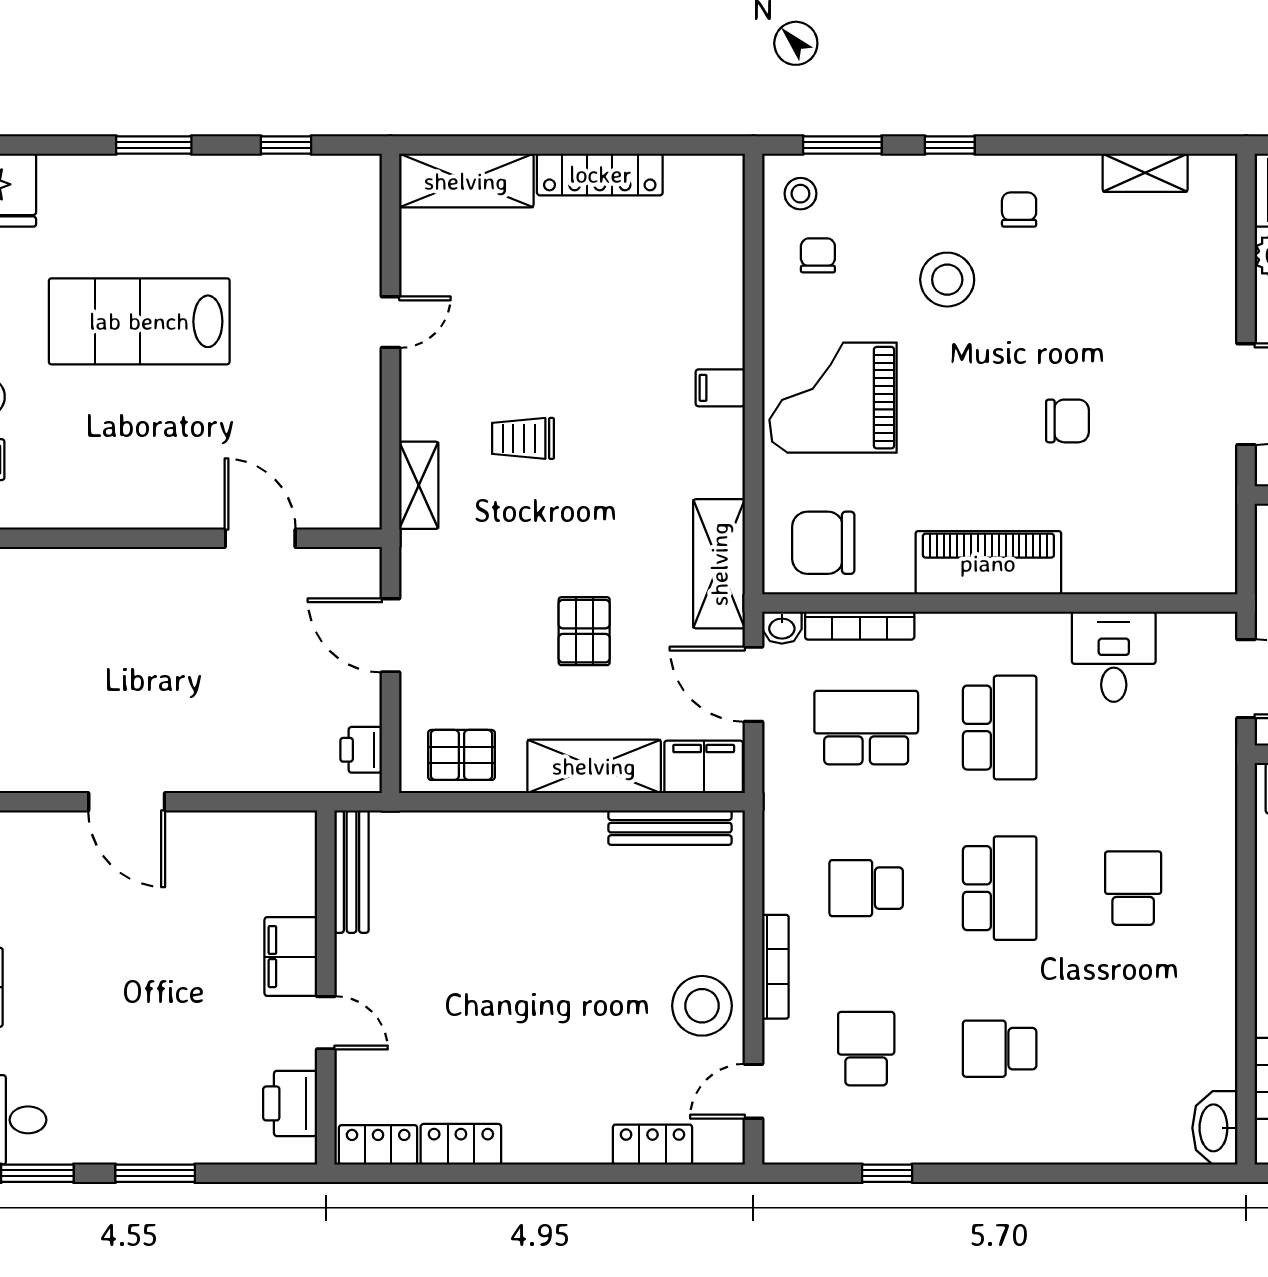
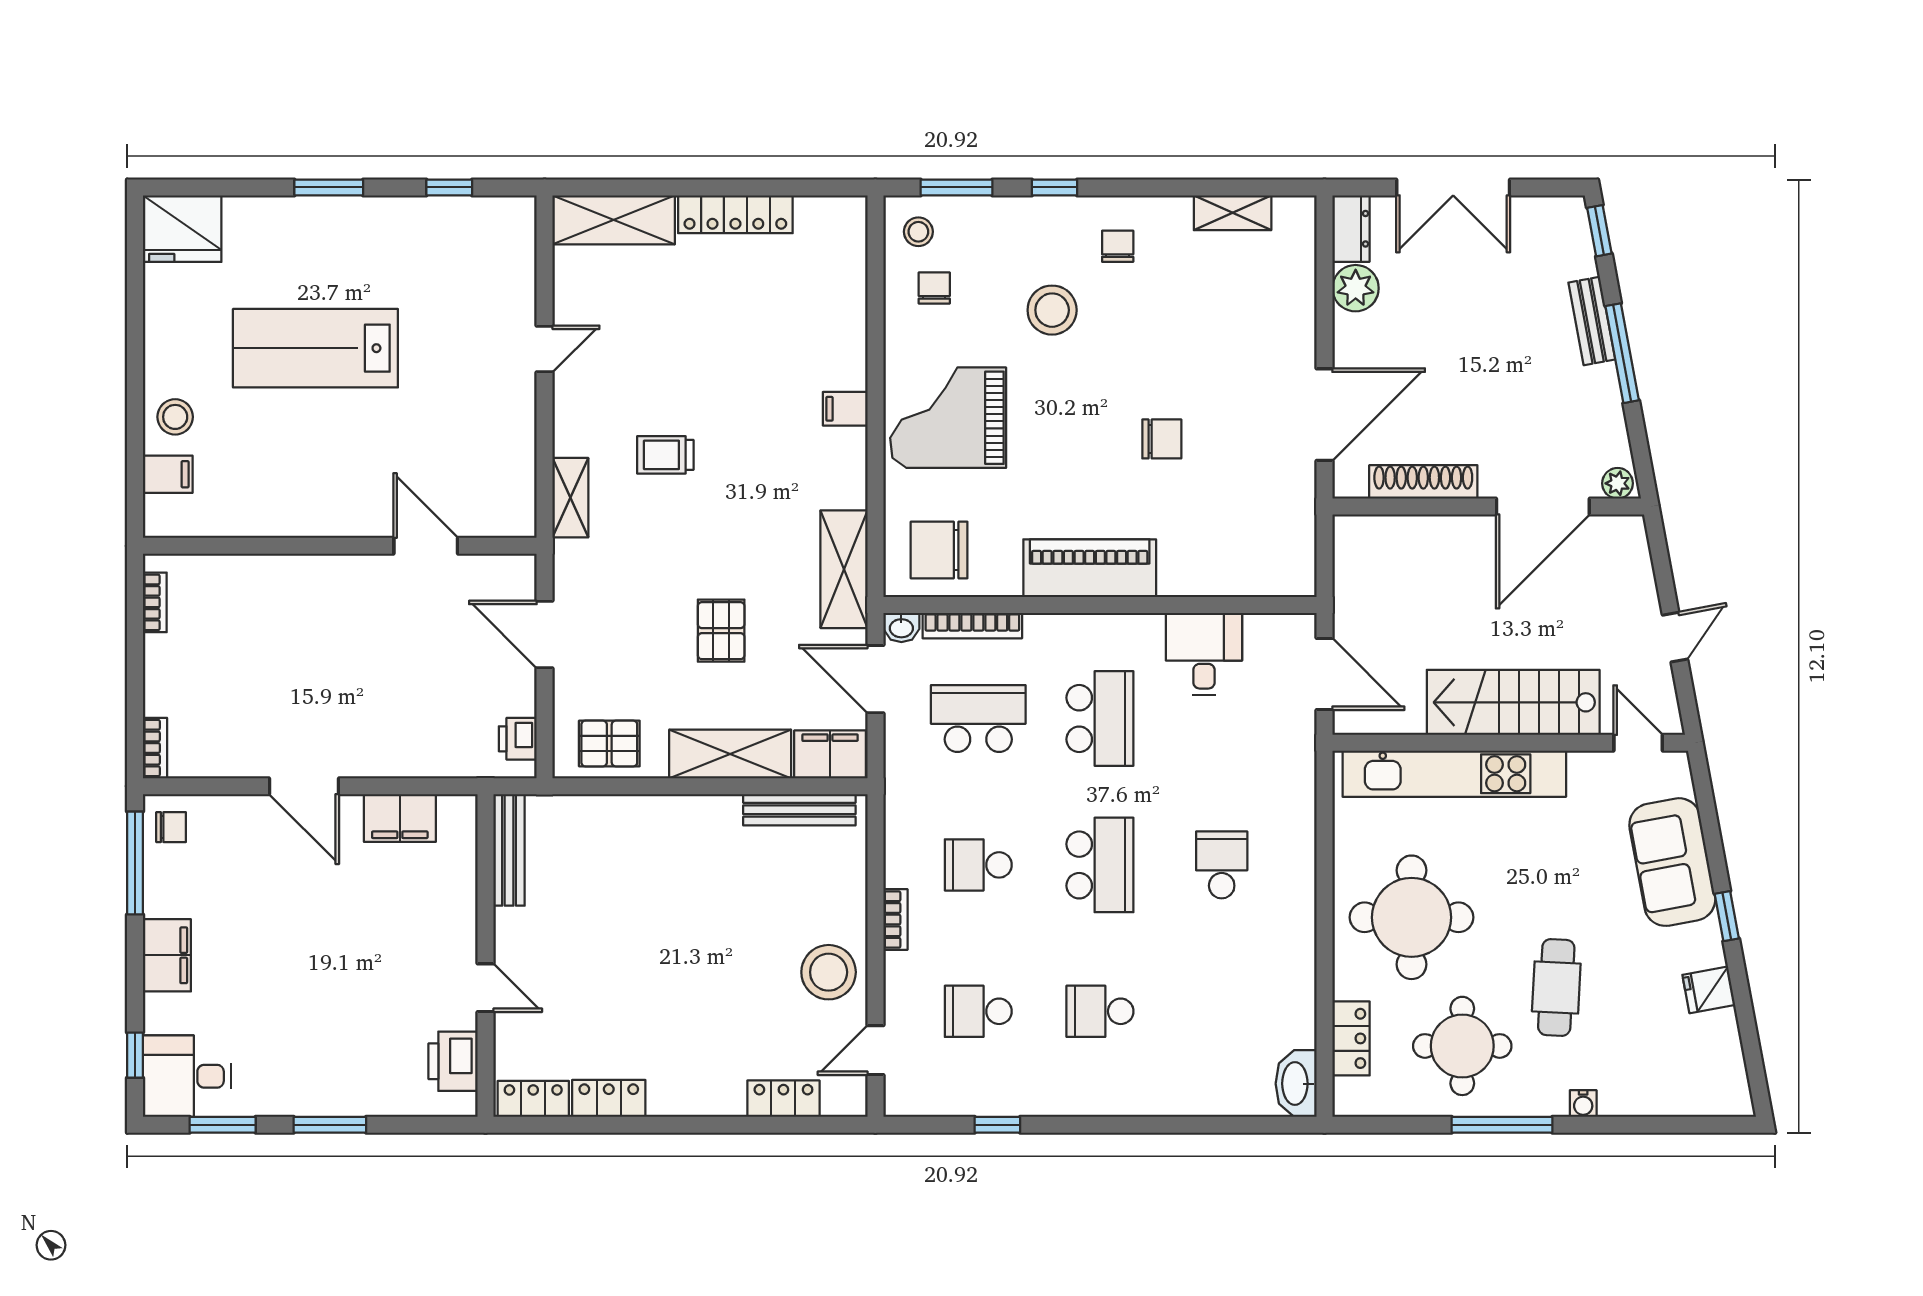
filing cabinet: (291, 957) -> (400, 818), moved, turned -90
bookcase: (775, 967) -> (895, 920), width x0.64
school desk: (866, 1049) -> (978, 1011), turned -90

